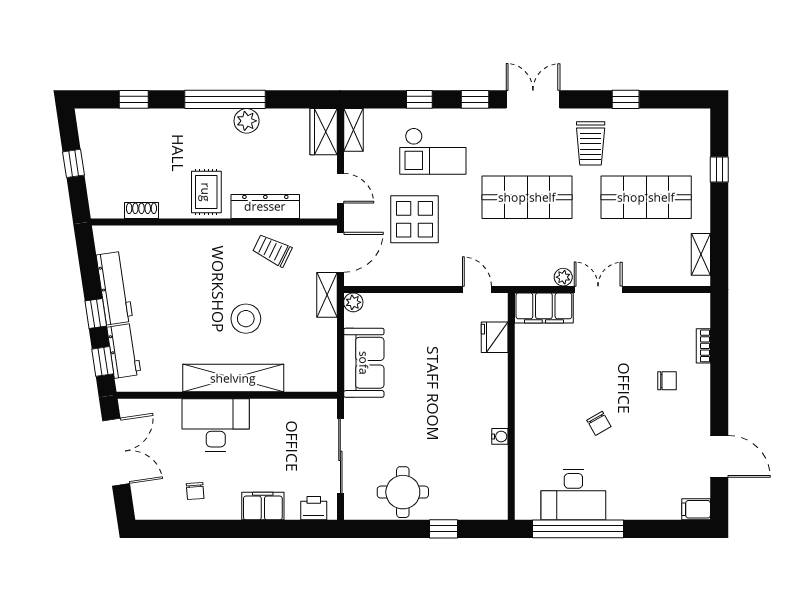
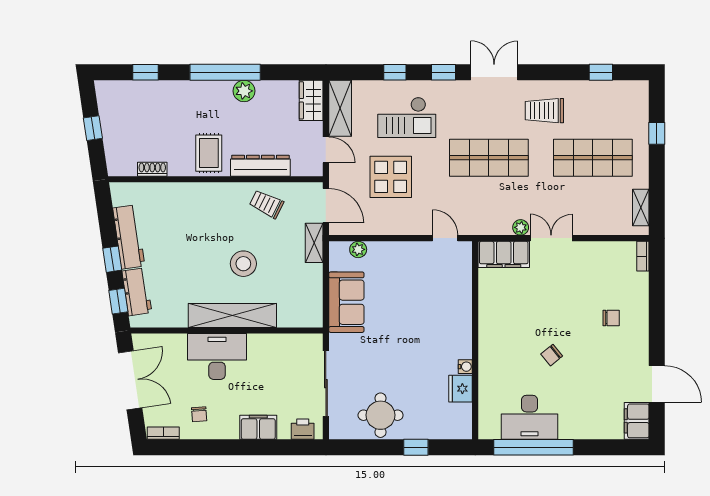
window: (626, 99) -> (601, 72), moved
shelving: (353, 130) -> (340, 108), width x1.50, depth x1.33
trolley: (591, 143) -> (544, 111), turned 90
door: (340, 252) -> (326, 206), hinge flipped
plant: (353, 302) -> (358, 249), moved
fridge: (495, 337) -> (461, 389), moved
bookcase: (703, 346) -> (643, 256), moved
chair: (599, 423) -> (552, 355), turned 81
filing cabinet: (696, 509) -> (637, 421), width x2.00
bookcase: (154, 513) -> (163, 433), added

